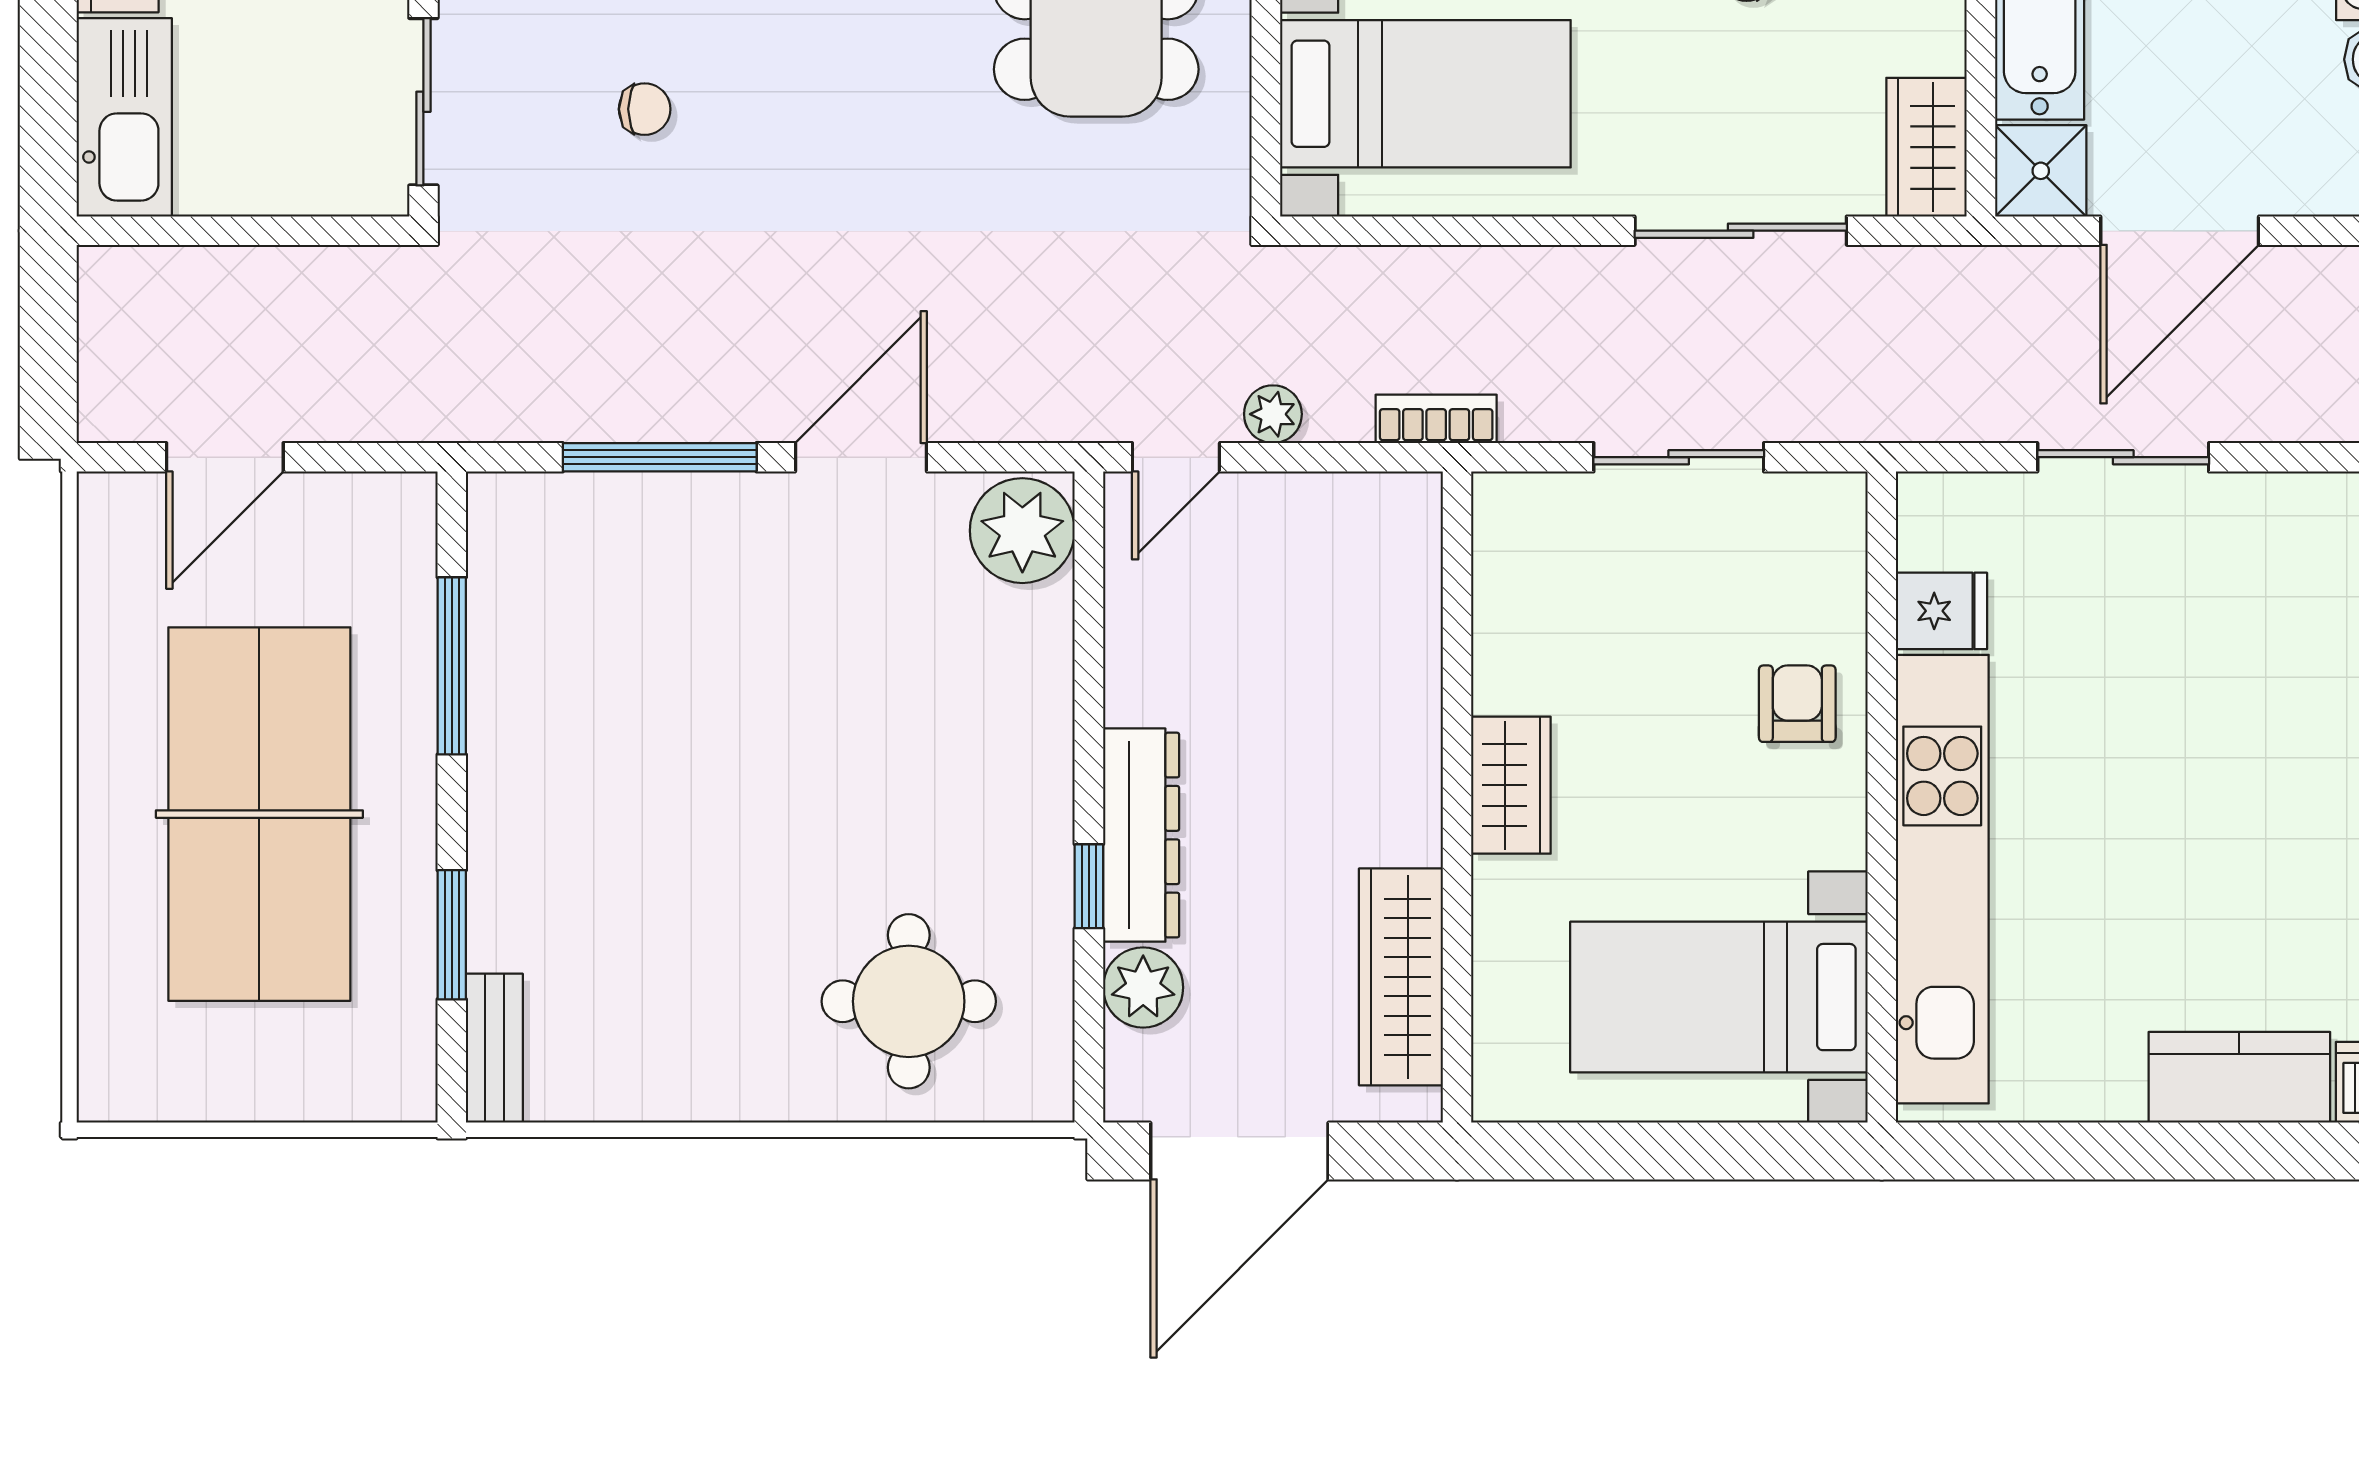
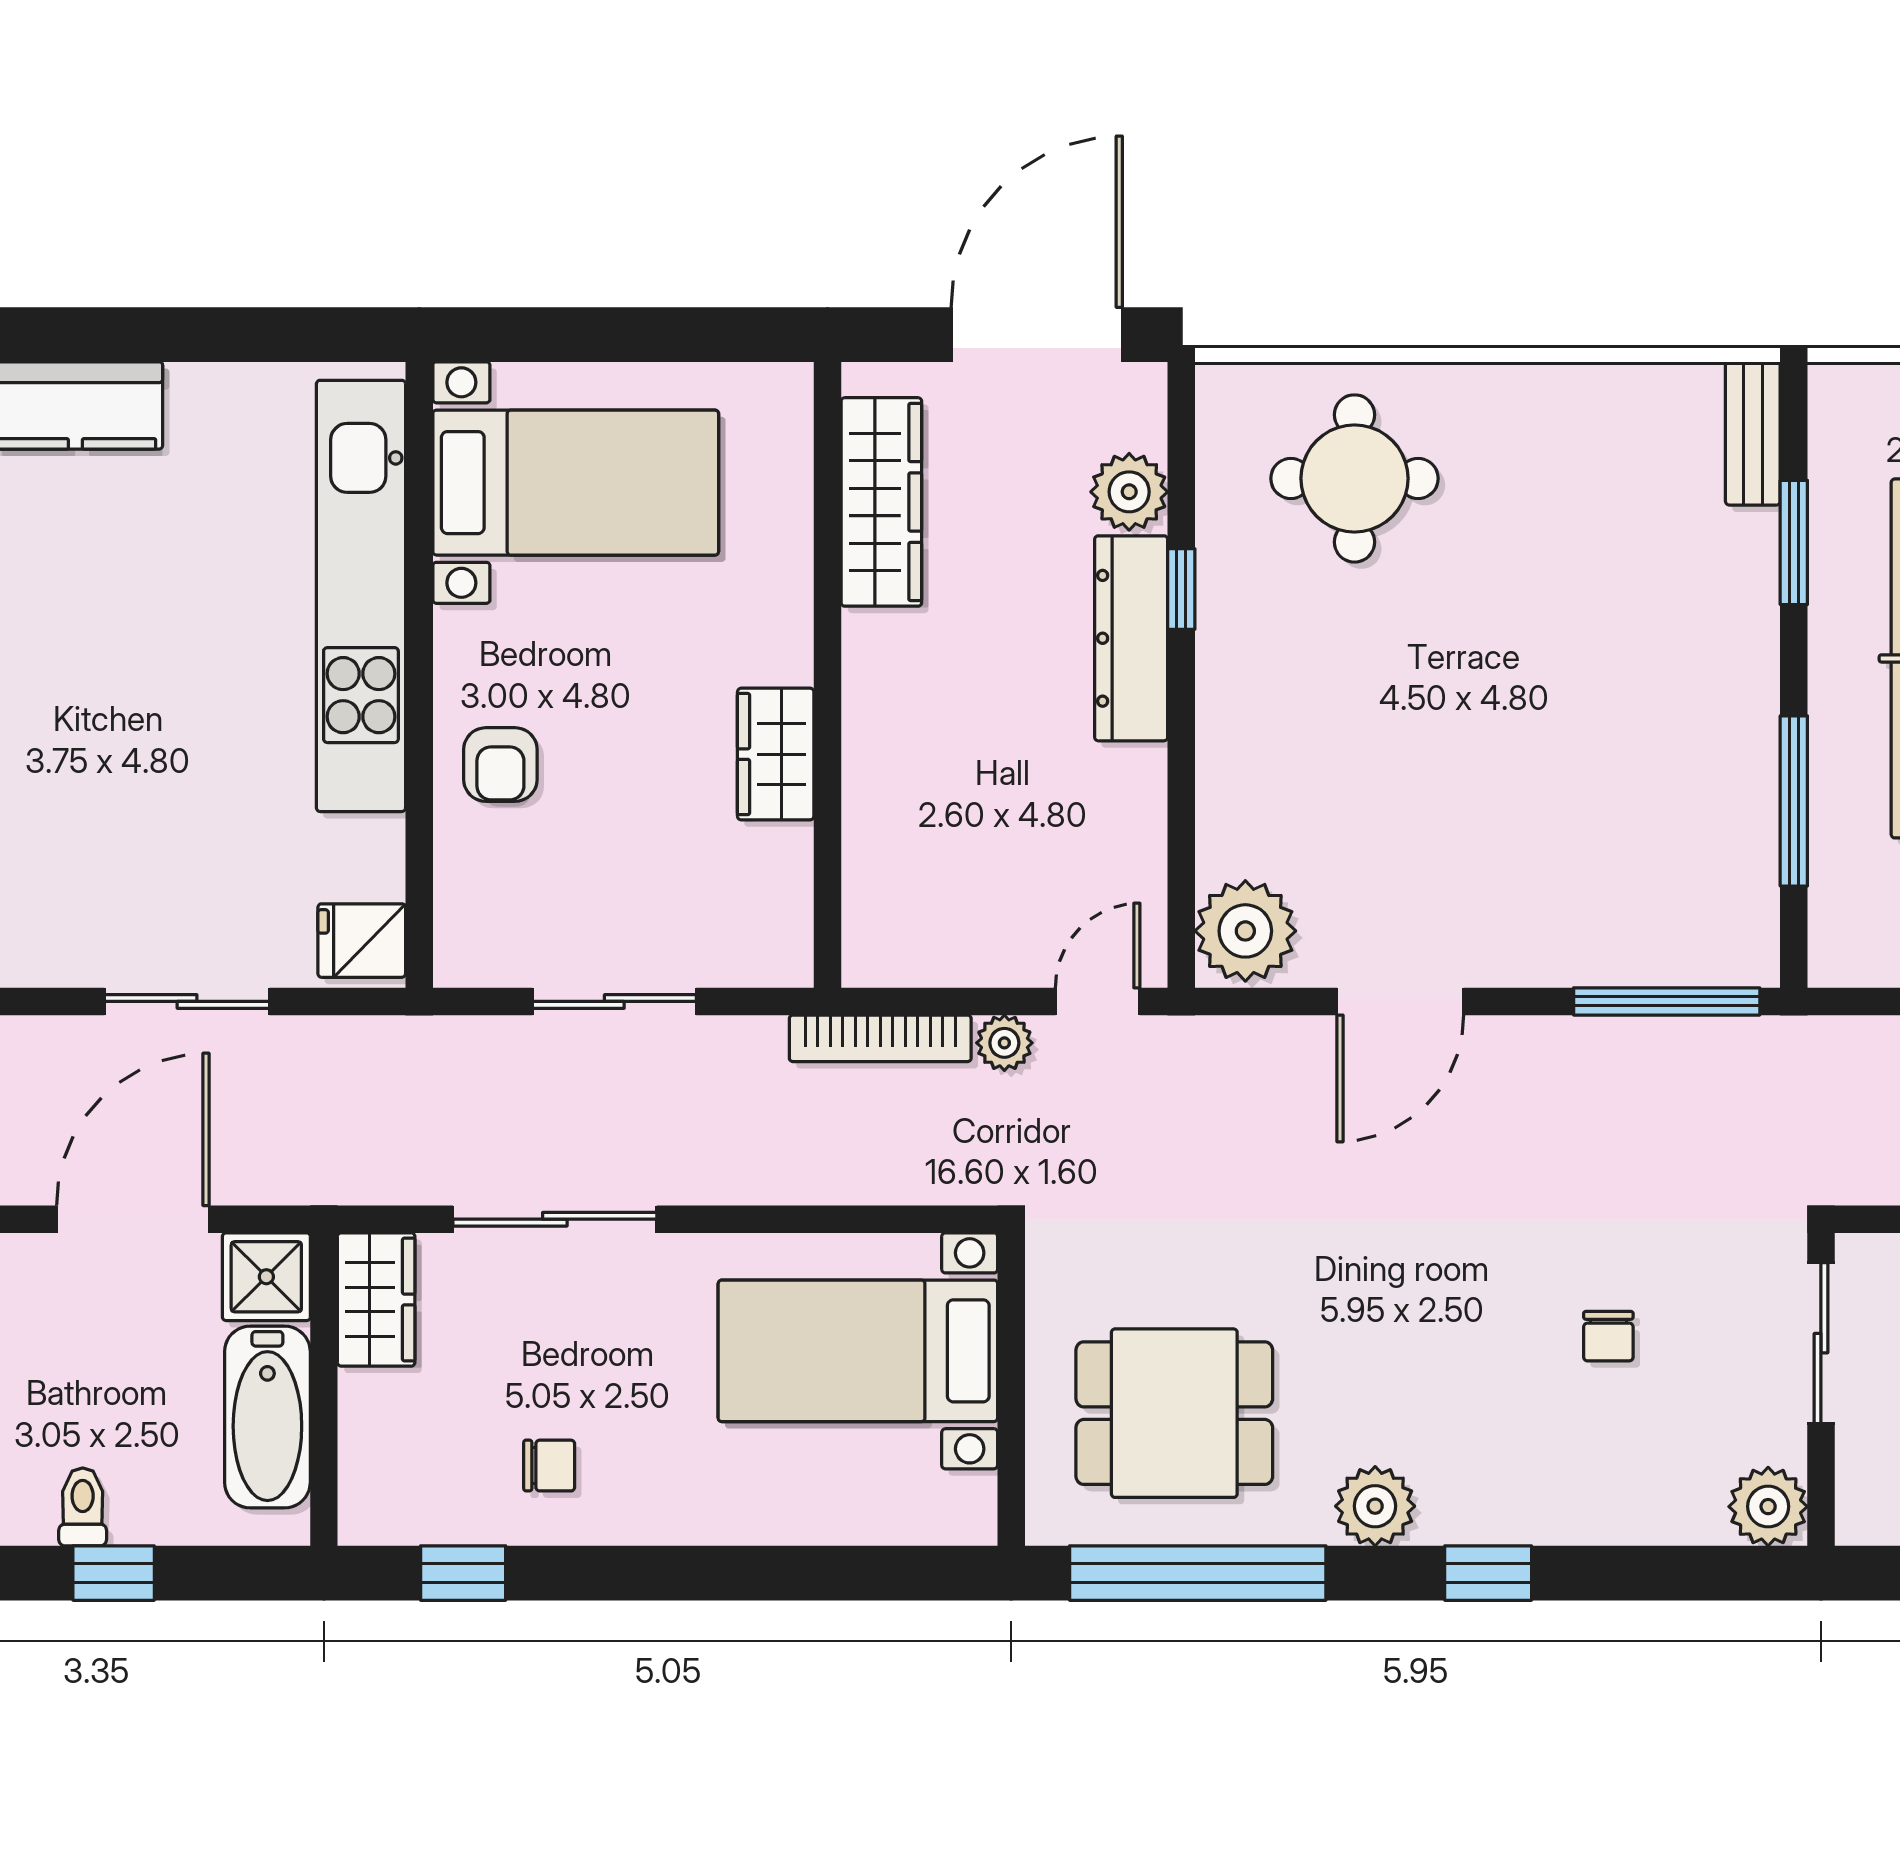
chair: (645, 109) -> (1608, 1336), turned -90
bookcase: (1436, 419) -> (880, 1038), width x1.56
window: (660, 457) -> (1667, 1001), moved
fridge: (1942, 611) -> (362, 941), moved
wardrobe: (1511, 785) -> (776, 754), moved

